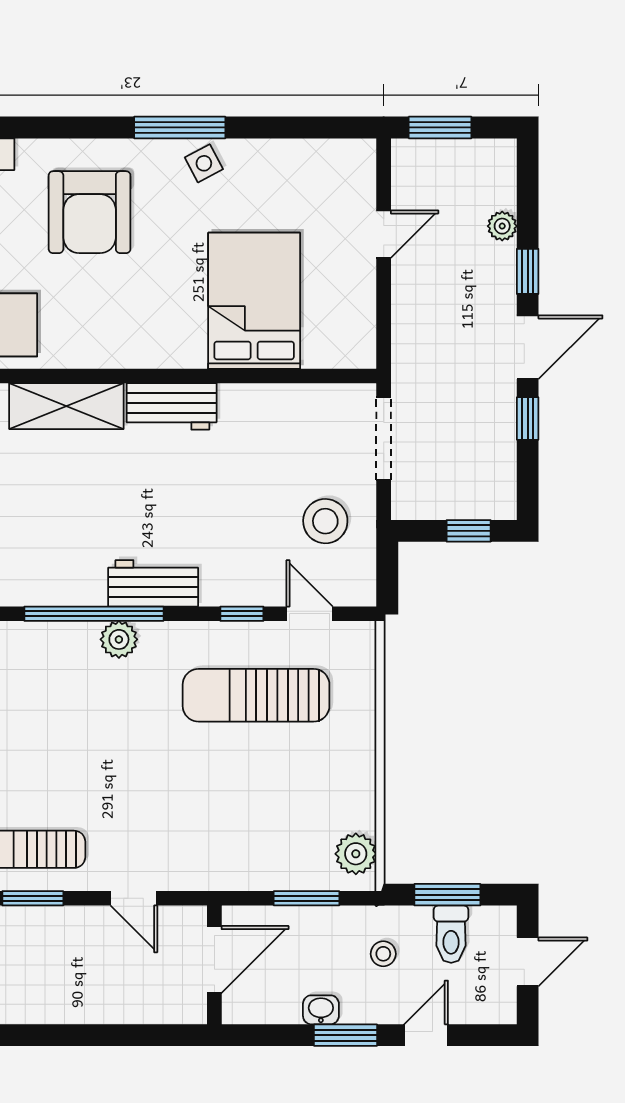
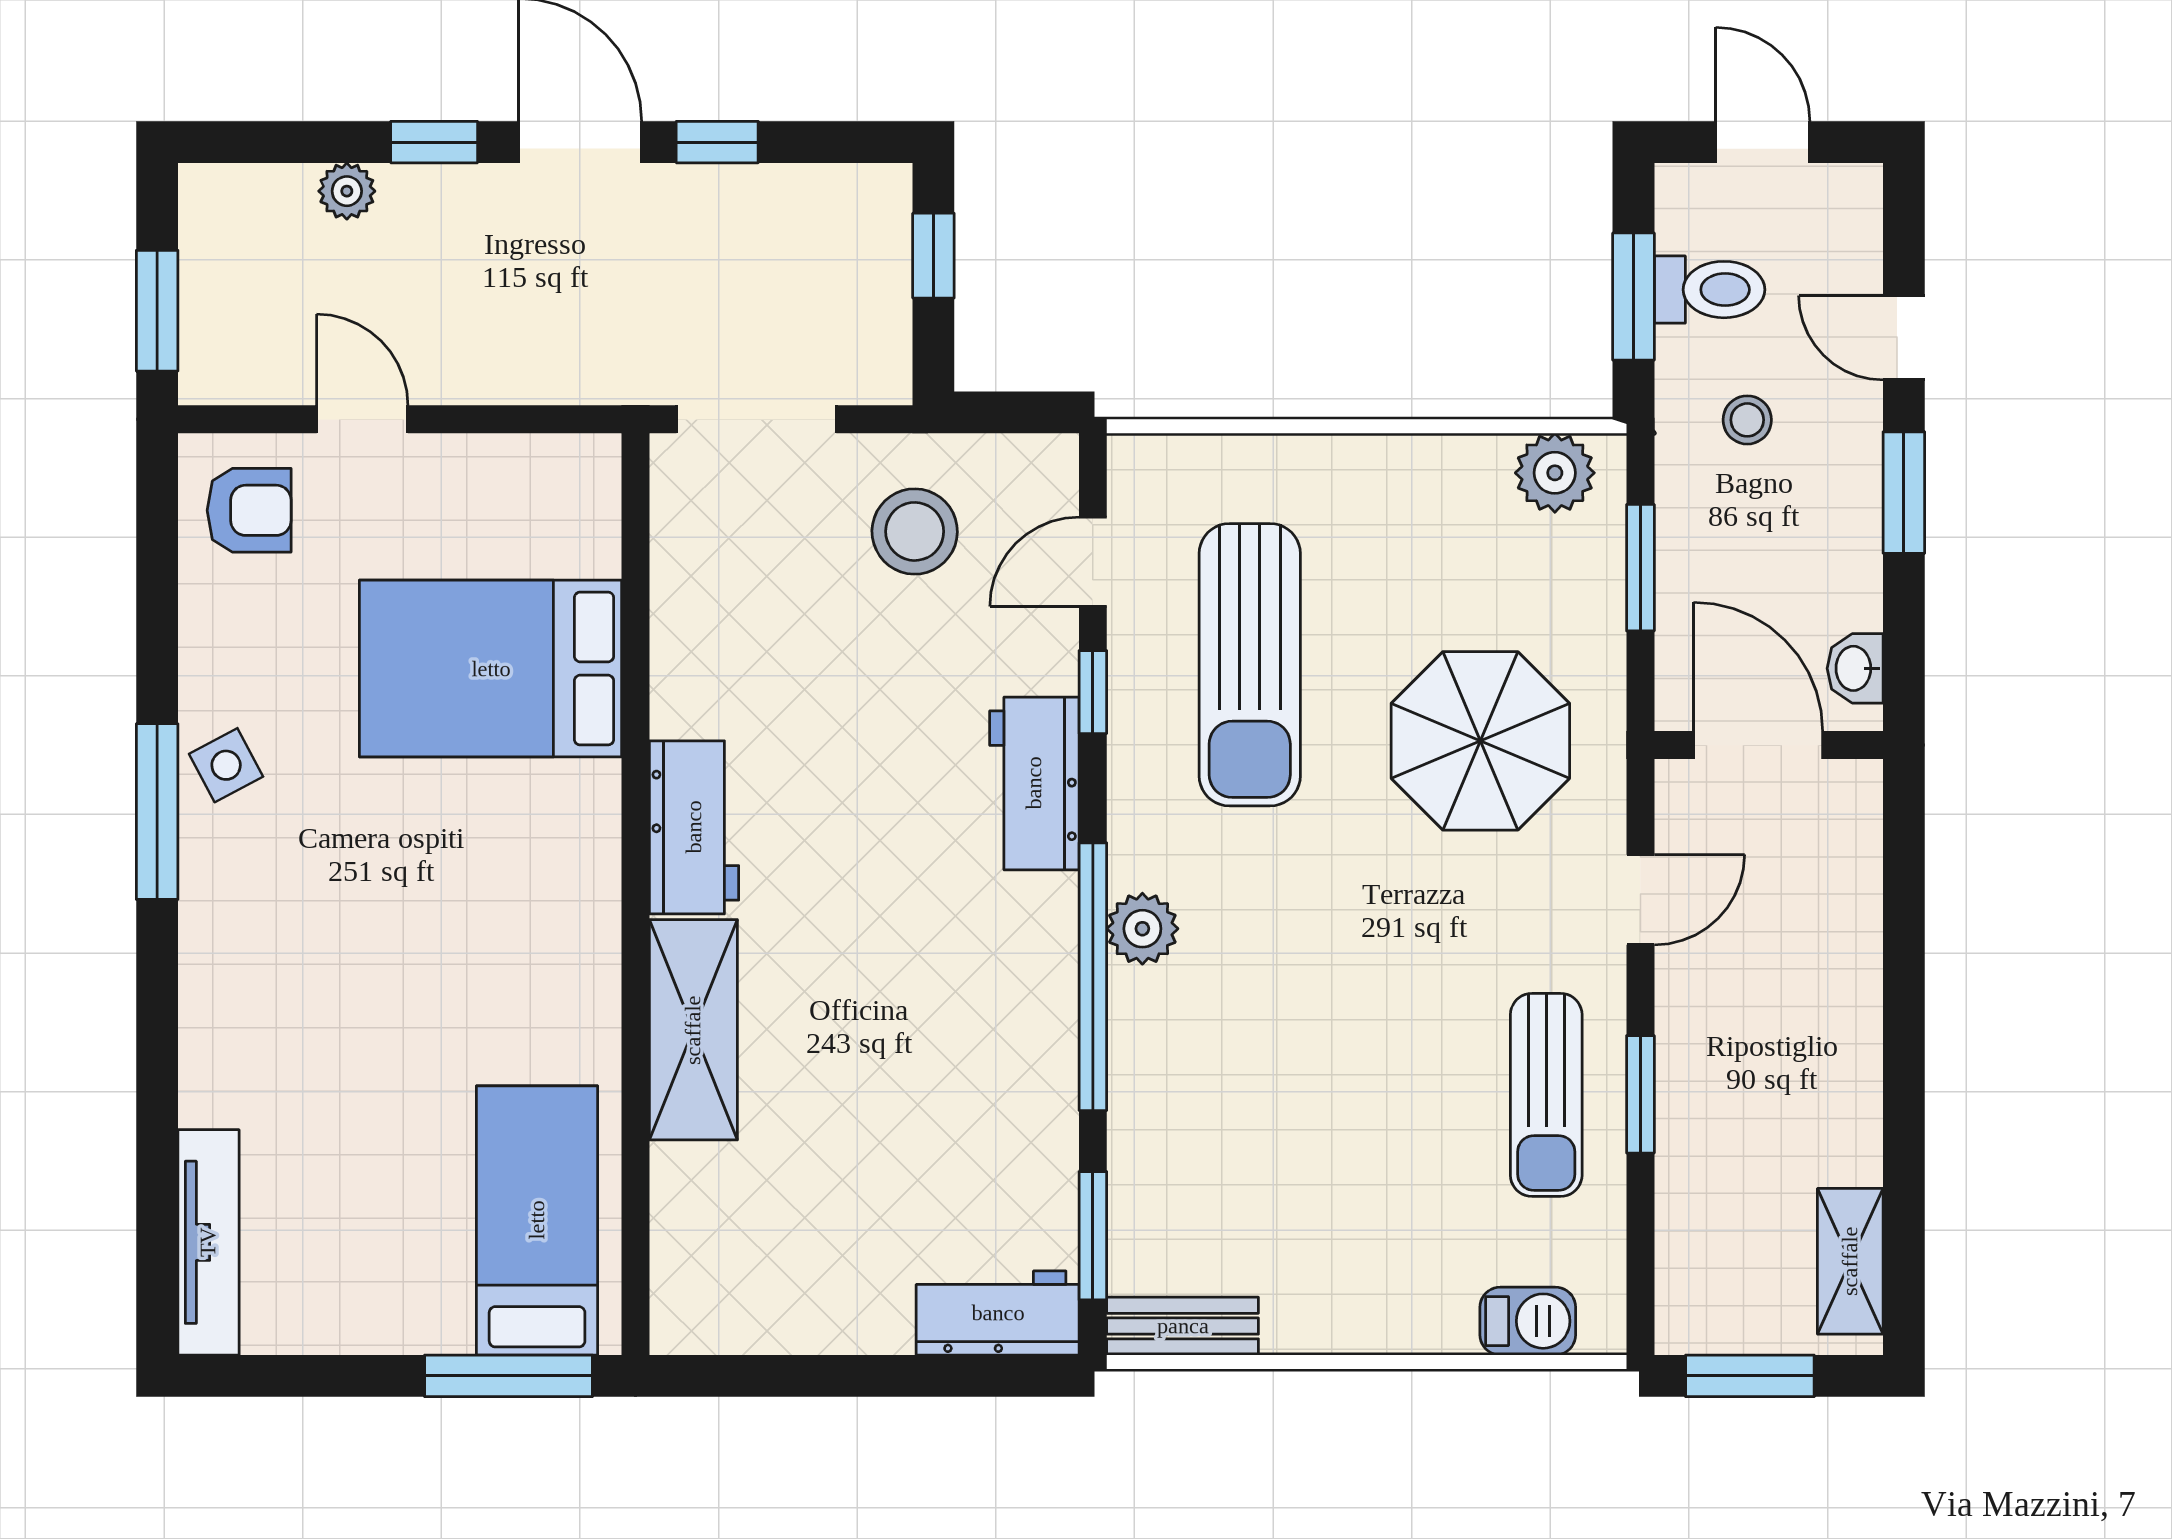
armchair: (90, 212) -> (249, 510), moved, width x0.53, depth x0.53
workbench: (153, 583) -> (1034, 783), moved
parasol: (217, 815) -> (1480, 741), added
washbasin: (321, 1010) -> (1855, 668), moved

